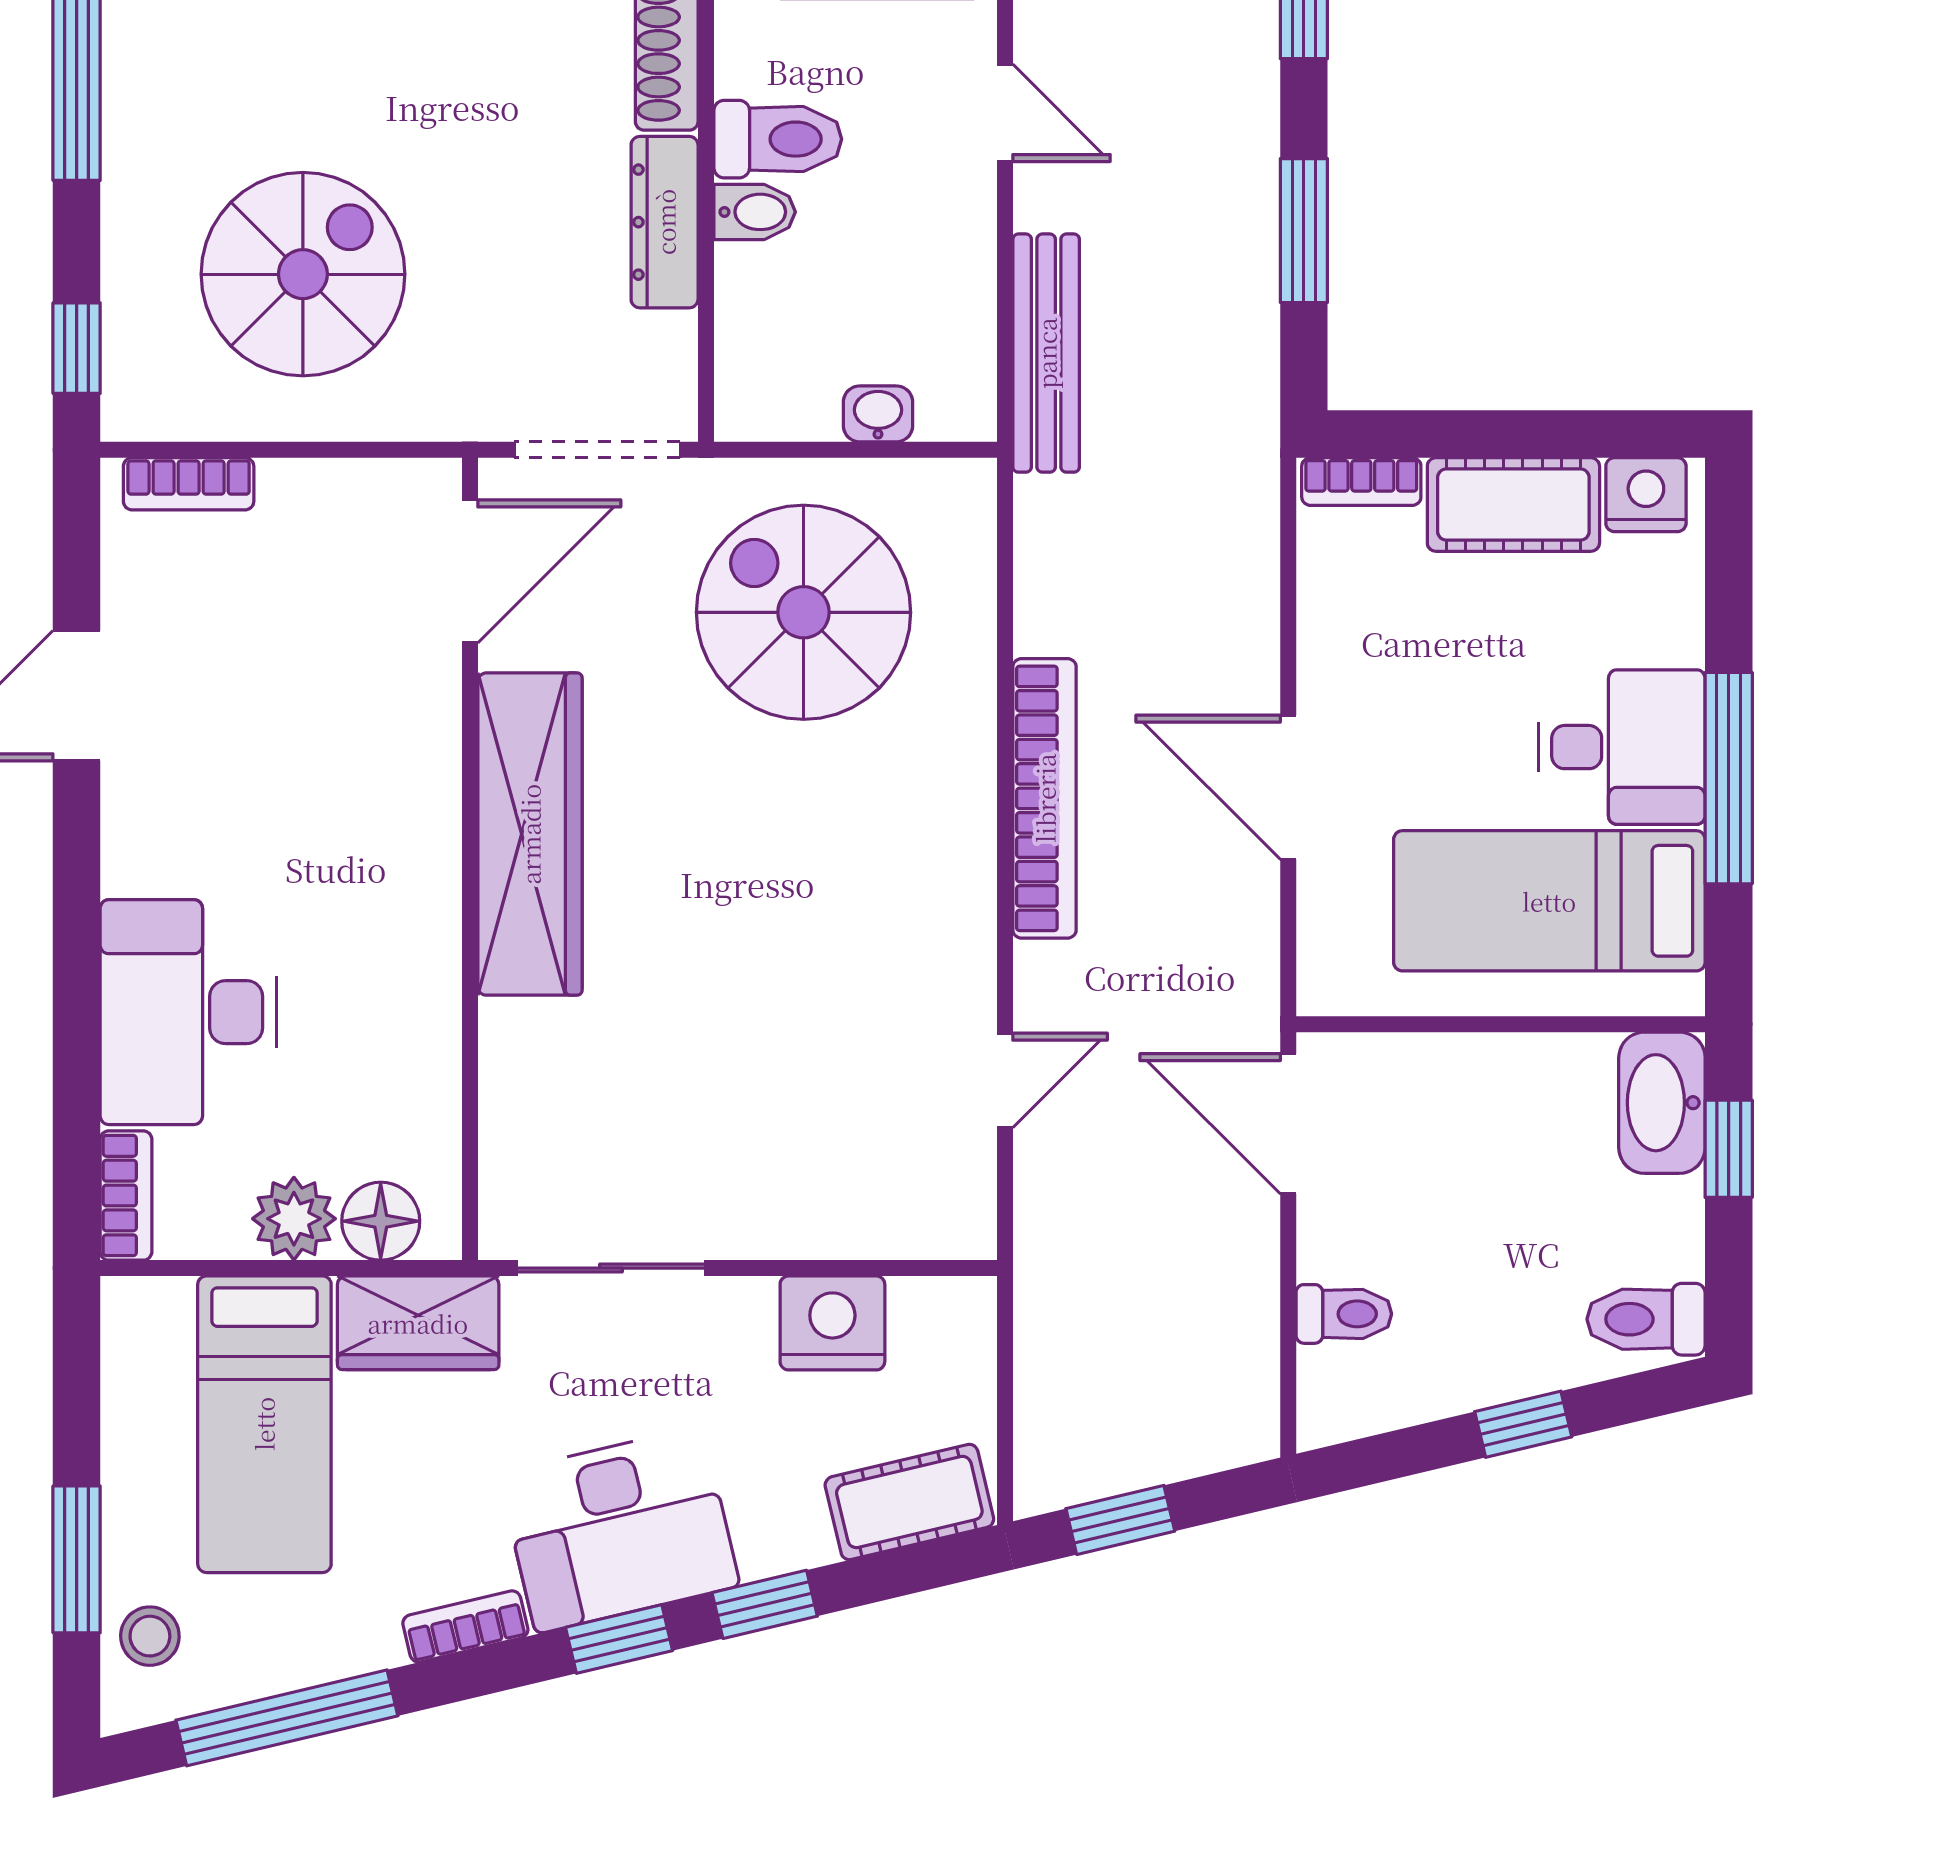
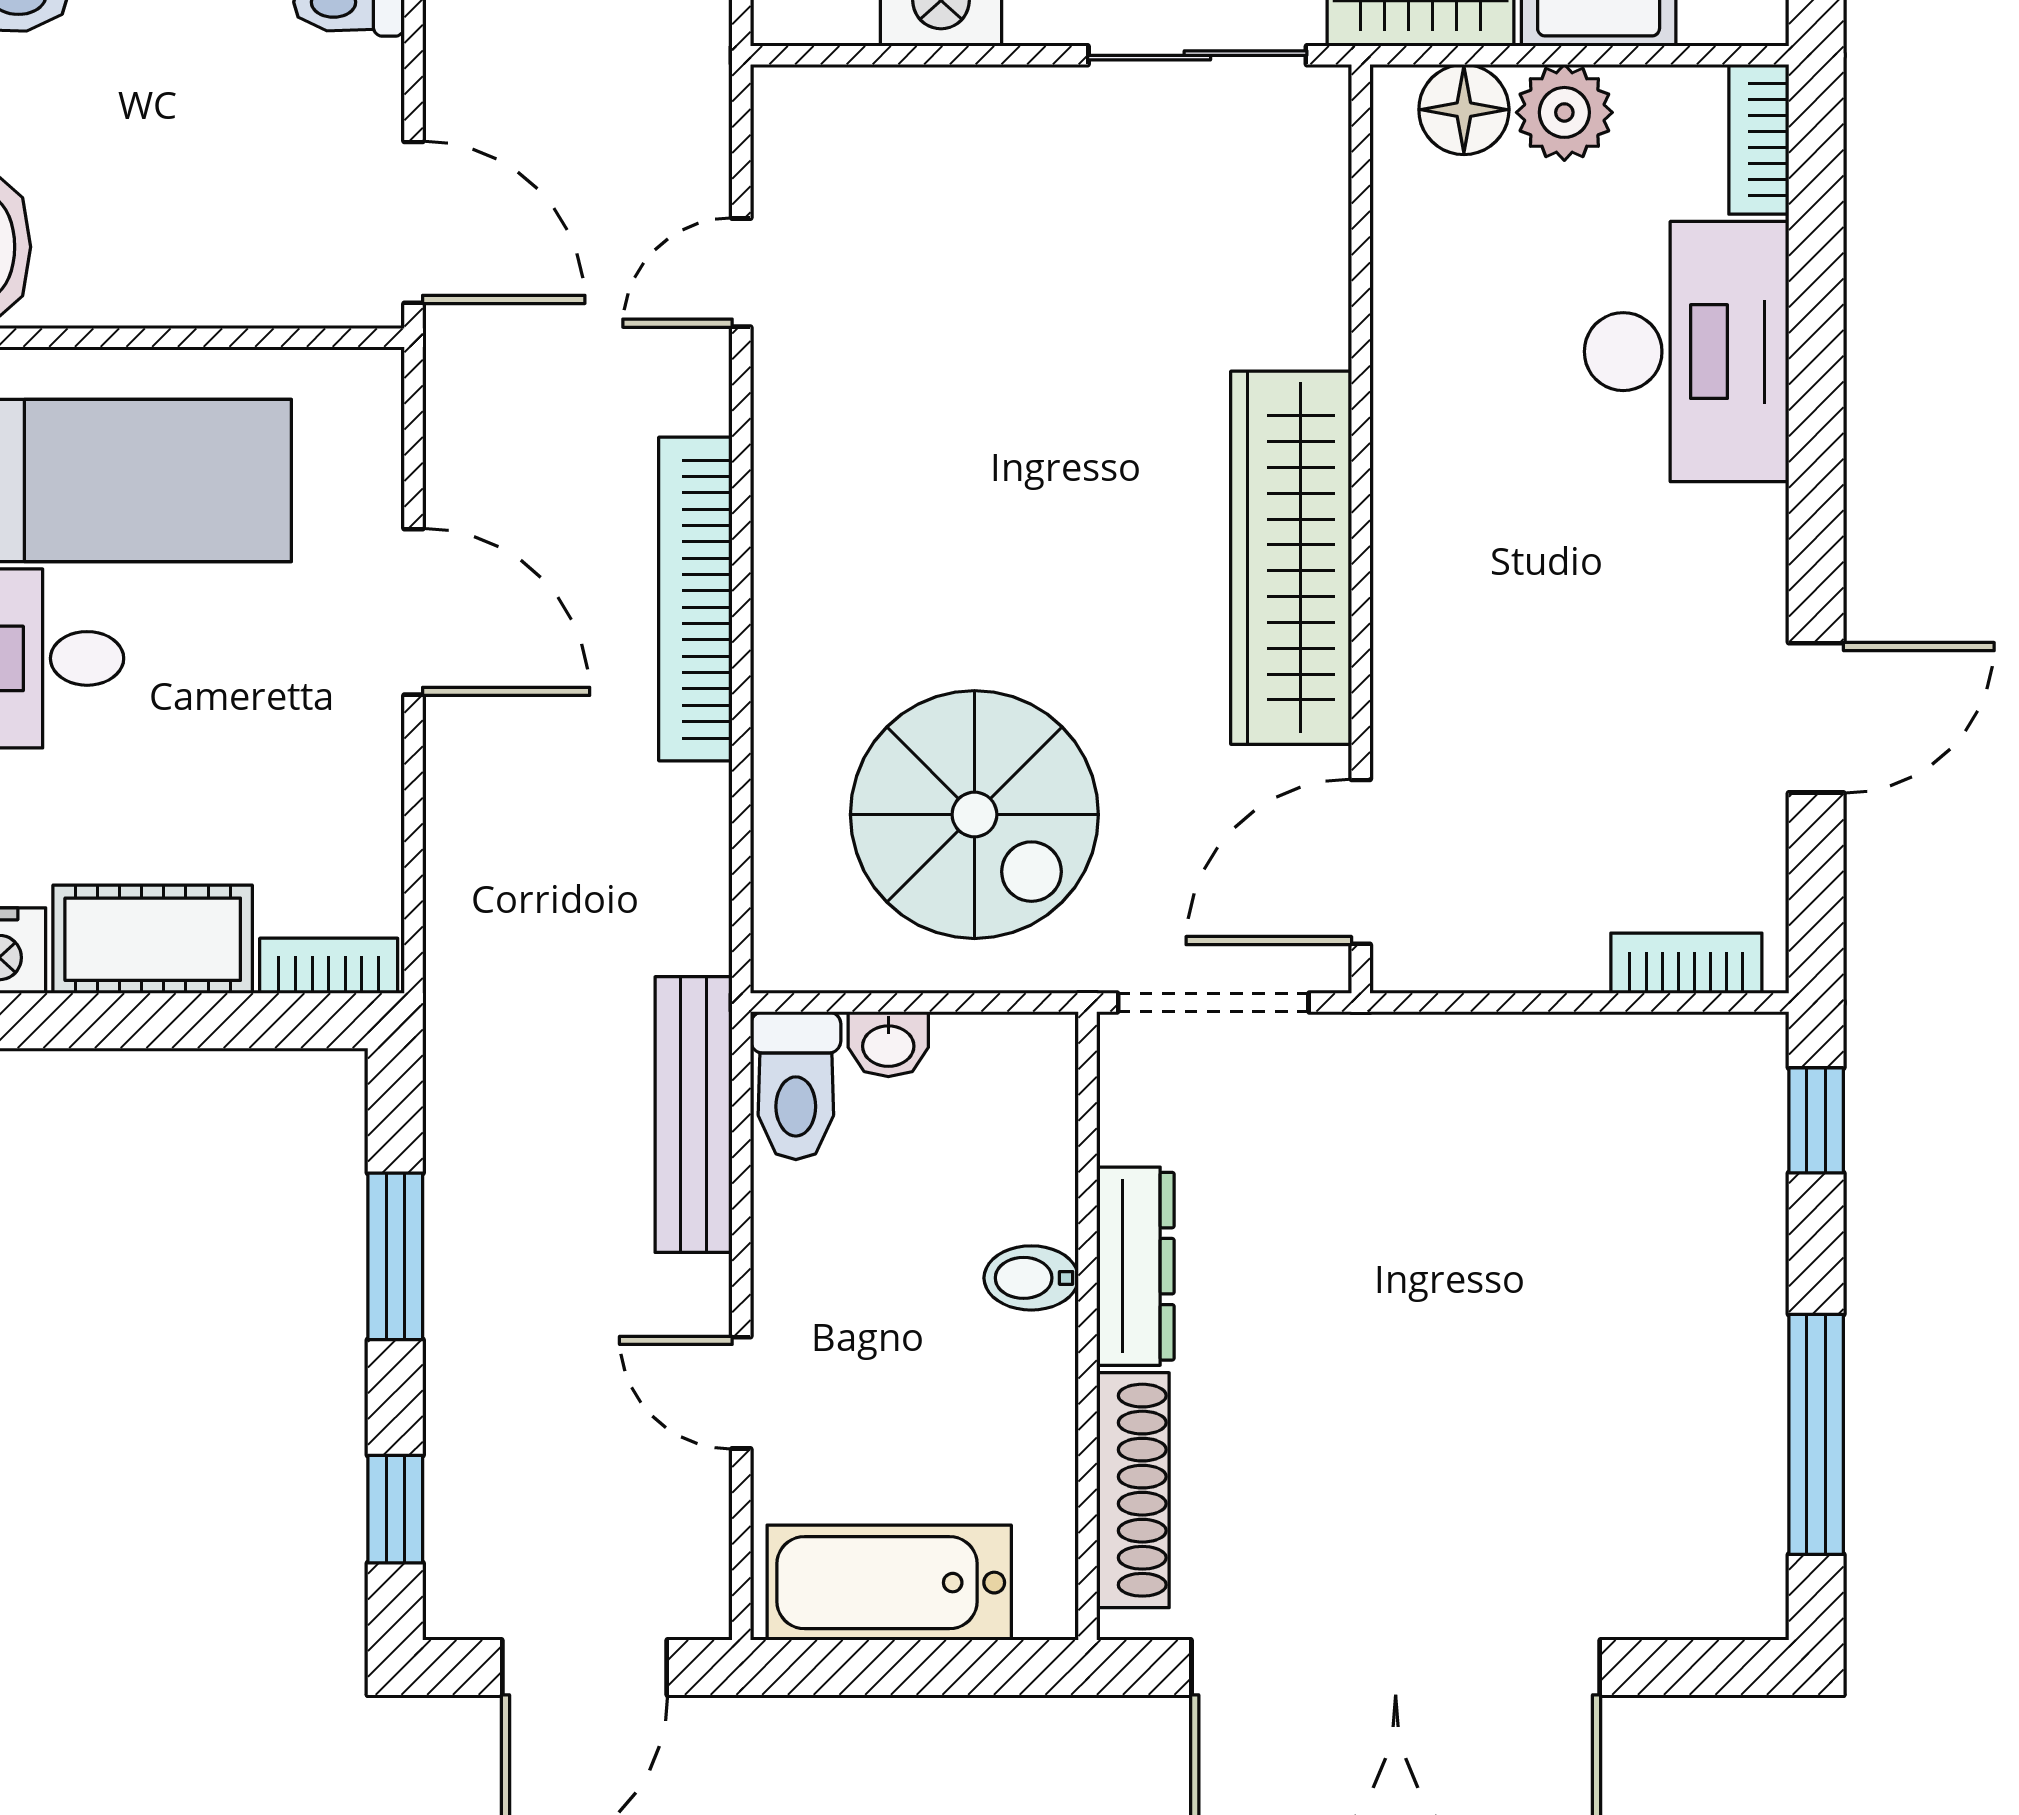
toilet: (778, 139) -> (796, 1086), moved, turned -90
spiral stairs: (303, 274) -> (1554, 1206), removed

